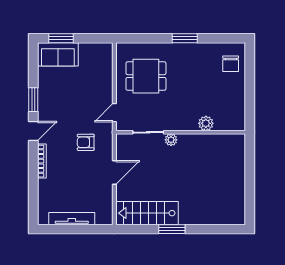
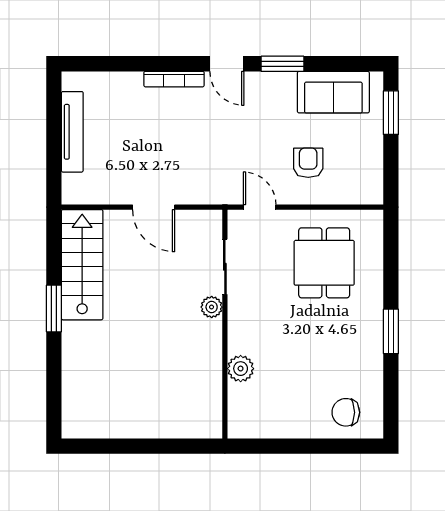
sofa: (58, 54) -> (333, 92), moved, turned -90
armchair: (86, 142) -> (308, 163), moved

